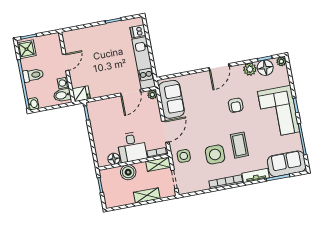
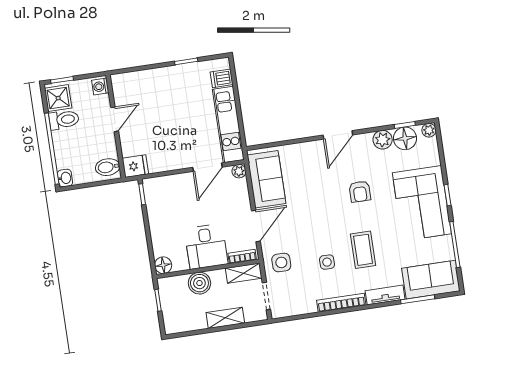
toilet: (33, 75) -> (64, 120), moved
washing machine: (63, 83) -> (100, 87), moved
side table: (215, 154) -> (327, 262), width x0.54, depth x0.54
floor lamp: (114, 159) -> (163, 265), moved

